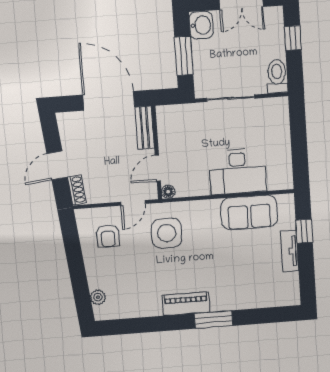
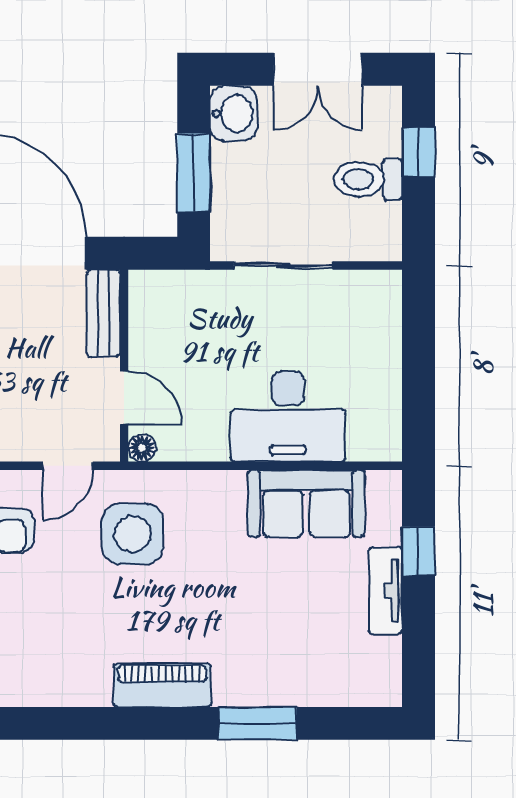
toilet: (277, 76) -> (368, 179), moved, turned -90
door: (158, 168) -> (124, 398), swing flipped
window: (214, 320) -> (257, 723), moved

